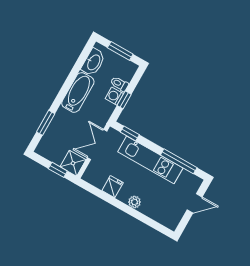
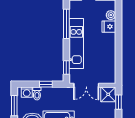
washing machine: (114, 96) -> (27, 92), moved
fridge: (113, 187) -> (109, 27), moved
plant: (134, 202) -> (111, 15), moved

